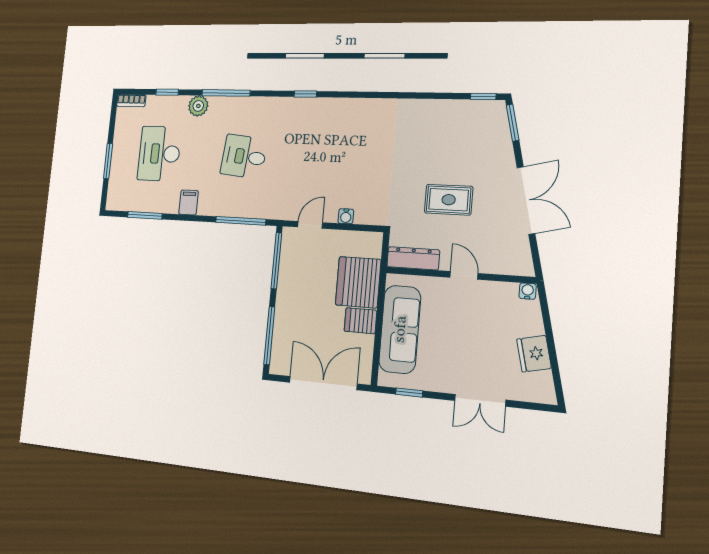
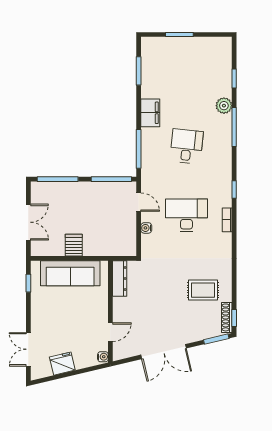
bookcase: (131, 101) -> (227, 220), moved
shoe rack: (482, 107) -> (227, 317), added
desk: (159, 154) -> (186, 215), moved
rug: (449, 200) -> (203, 290), moved, turned 90
filing cabinet: (189, 202) -> (150, 113), width x2.00
door: (464, 275) -> (110, 332), moved
server rack: (358, 282) -> (100, 241), removed
double door: (323, 383) -> (28, 222), width x0.73
double door: (480, 400) -> (28, 349), moved

